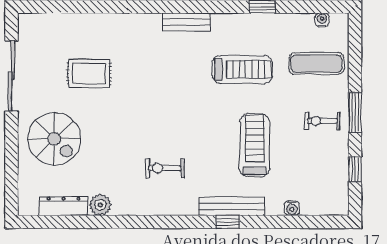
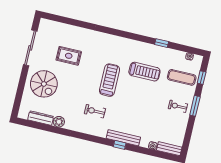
bench: (186, 22) -> (169, 149), moved
treadmill: (255, 145) -> (109, 80), moved
window: (355, 169) -> (202, 78), moved

